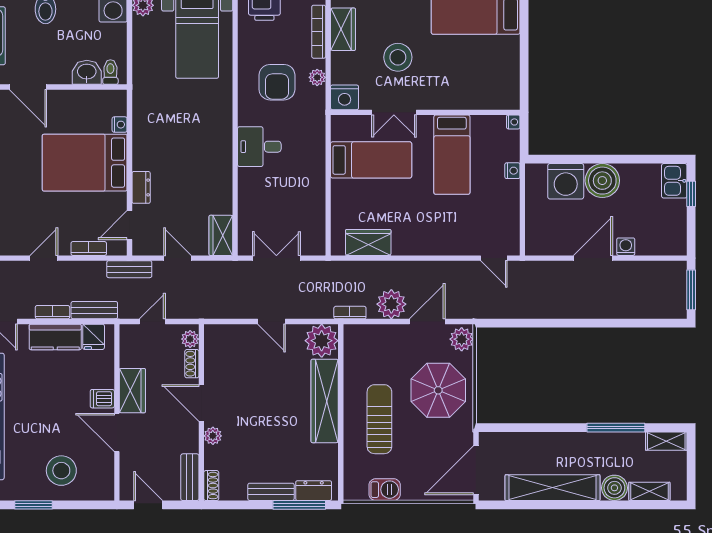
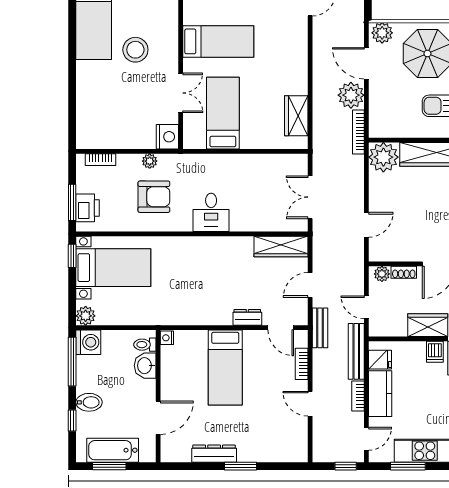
wardrobe: (343, 29) -> (107, 138), removed
bookcase: (319, 32) -> (101, 160), width x0.64
stool: (398, 57) -> (135, 50), moved
nightstand: (120, 125) -> (167, 338), moved, turned -90
bed: (85, 163) -> (225, 367), width x0.67
wardrobe: (221, 235) -> (281, 247), width x1.50
bench: (94, 310) -> (356, 351), width x1.36
bookcase: (350, 313) -> (358, 132), width x1.56
door: (272, 321) -> (366, 225), moved

